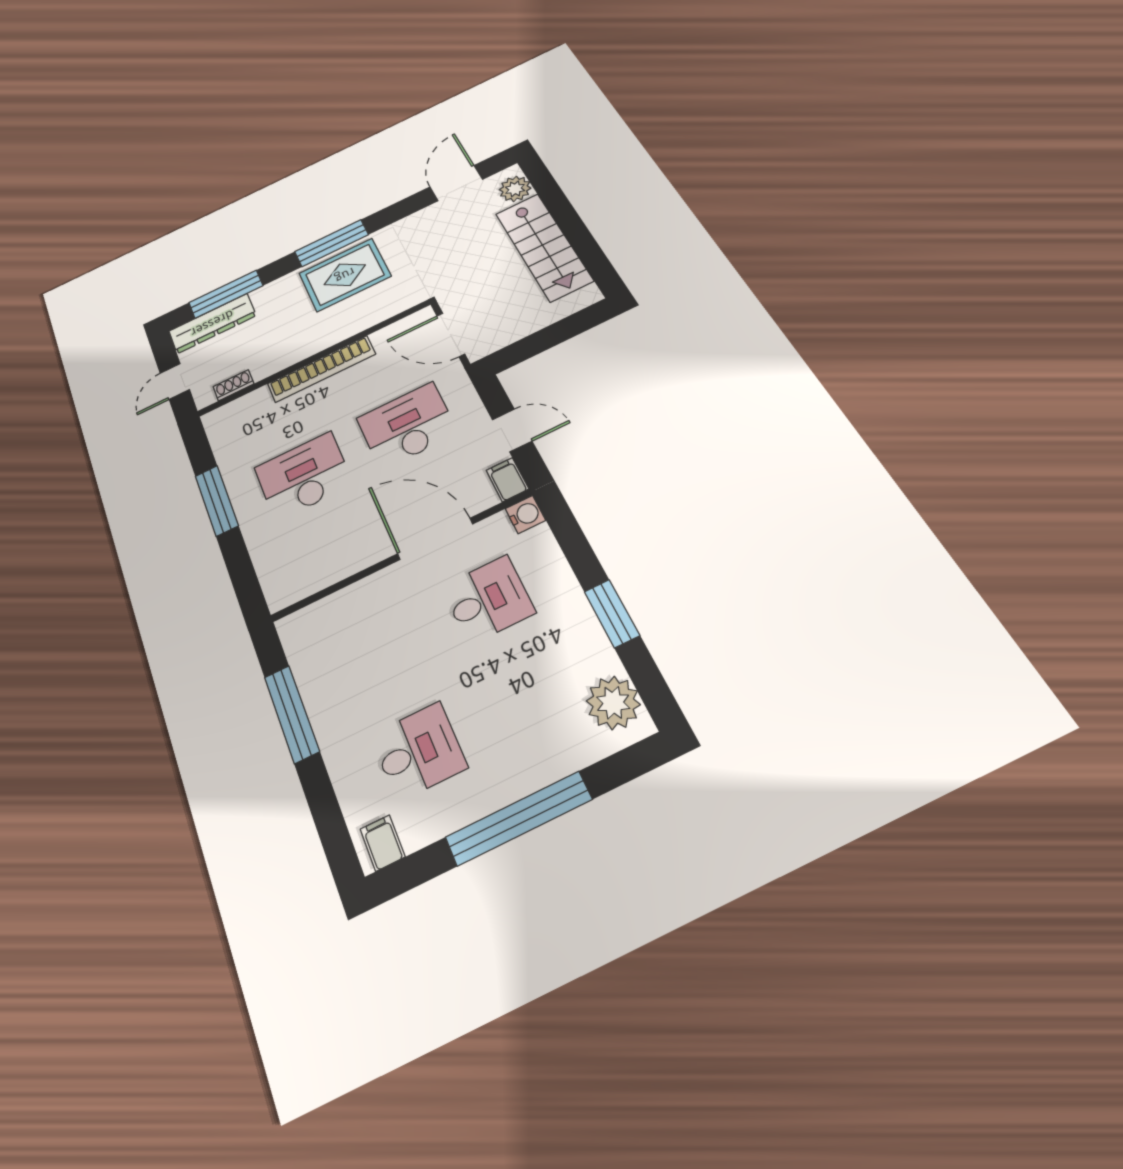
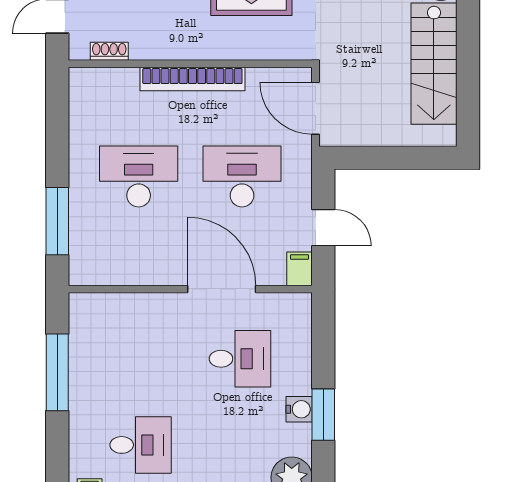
window: (217, 501) -> (57, 221), moved
water cooler: (525, 514) -> (299, 409), moved

